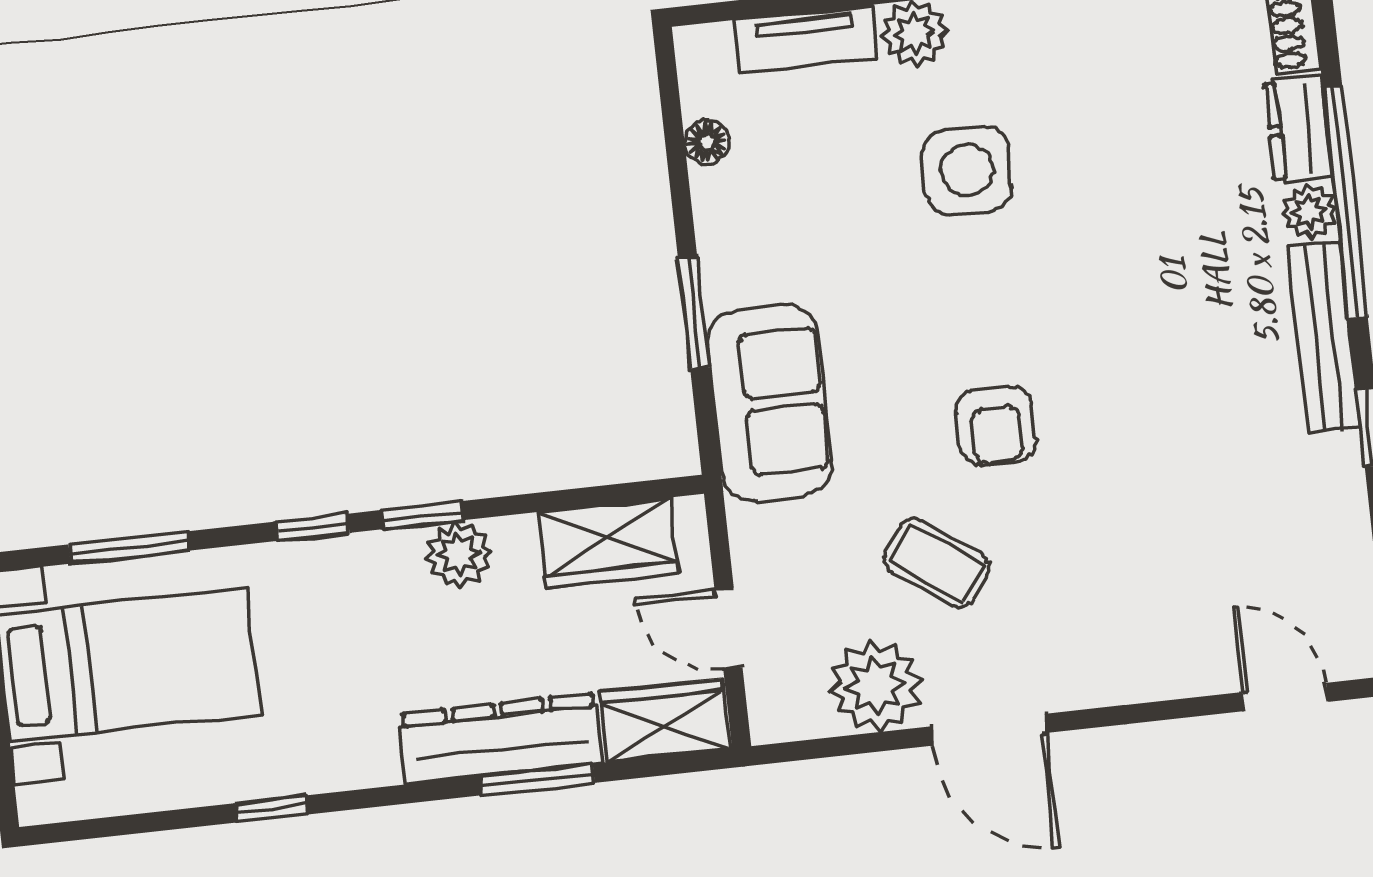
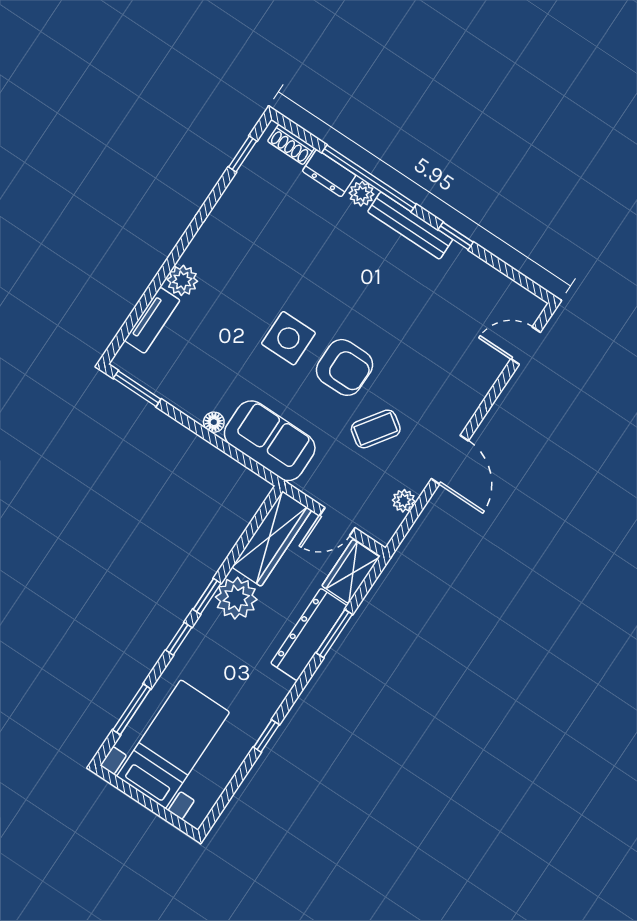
floor lamp: (707, 142) -> (214, 422), moved
side table: (967, 170) -> (288, 338), moved
window: (694, 313) -> (137, 389), moved
armchair: (996, 425) -> (344, 367), width x1.38, depth x1.38
wardrobe: (608, 543) -> (272, 539), width x1.50
plant: (459, 554) -> (236, 598), width x1.36, depth x1.36
plant: (875, 686) -> (404, 501), width x0.53, depth x0.53
door: (989, 730) -> (450, 460), hinge flipped

